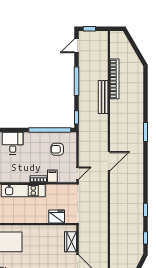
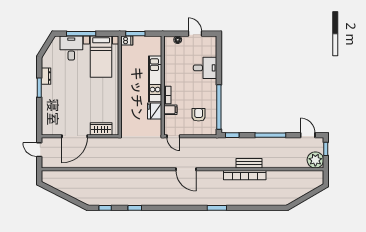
plant: (100, 39) -> (315, 160), added
bookcase: (114, 79) -> (245, 175), moved
bench: (103, 97) -> (249, 163), width x0.73
fridge: (57, 216) -> (155, 111), moved, turned 180

